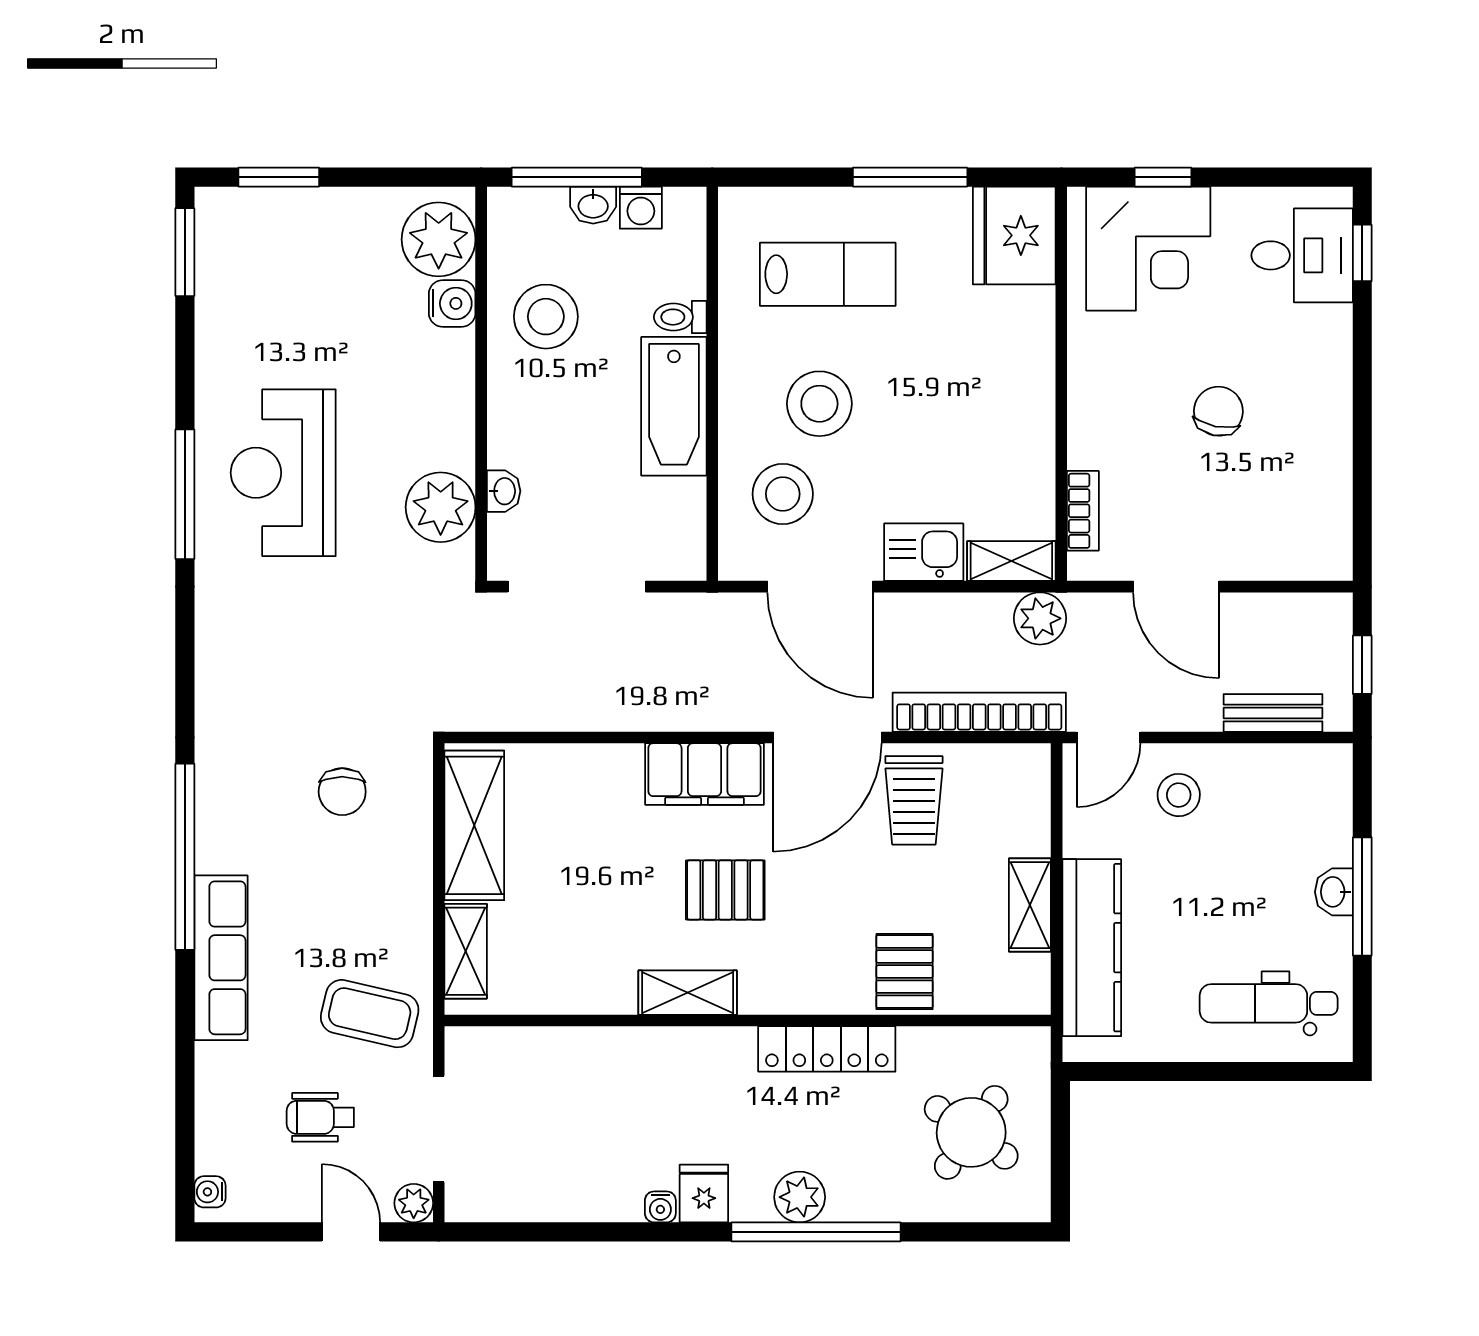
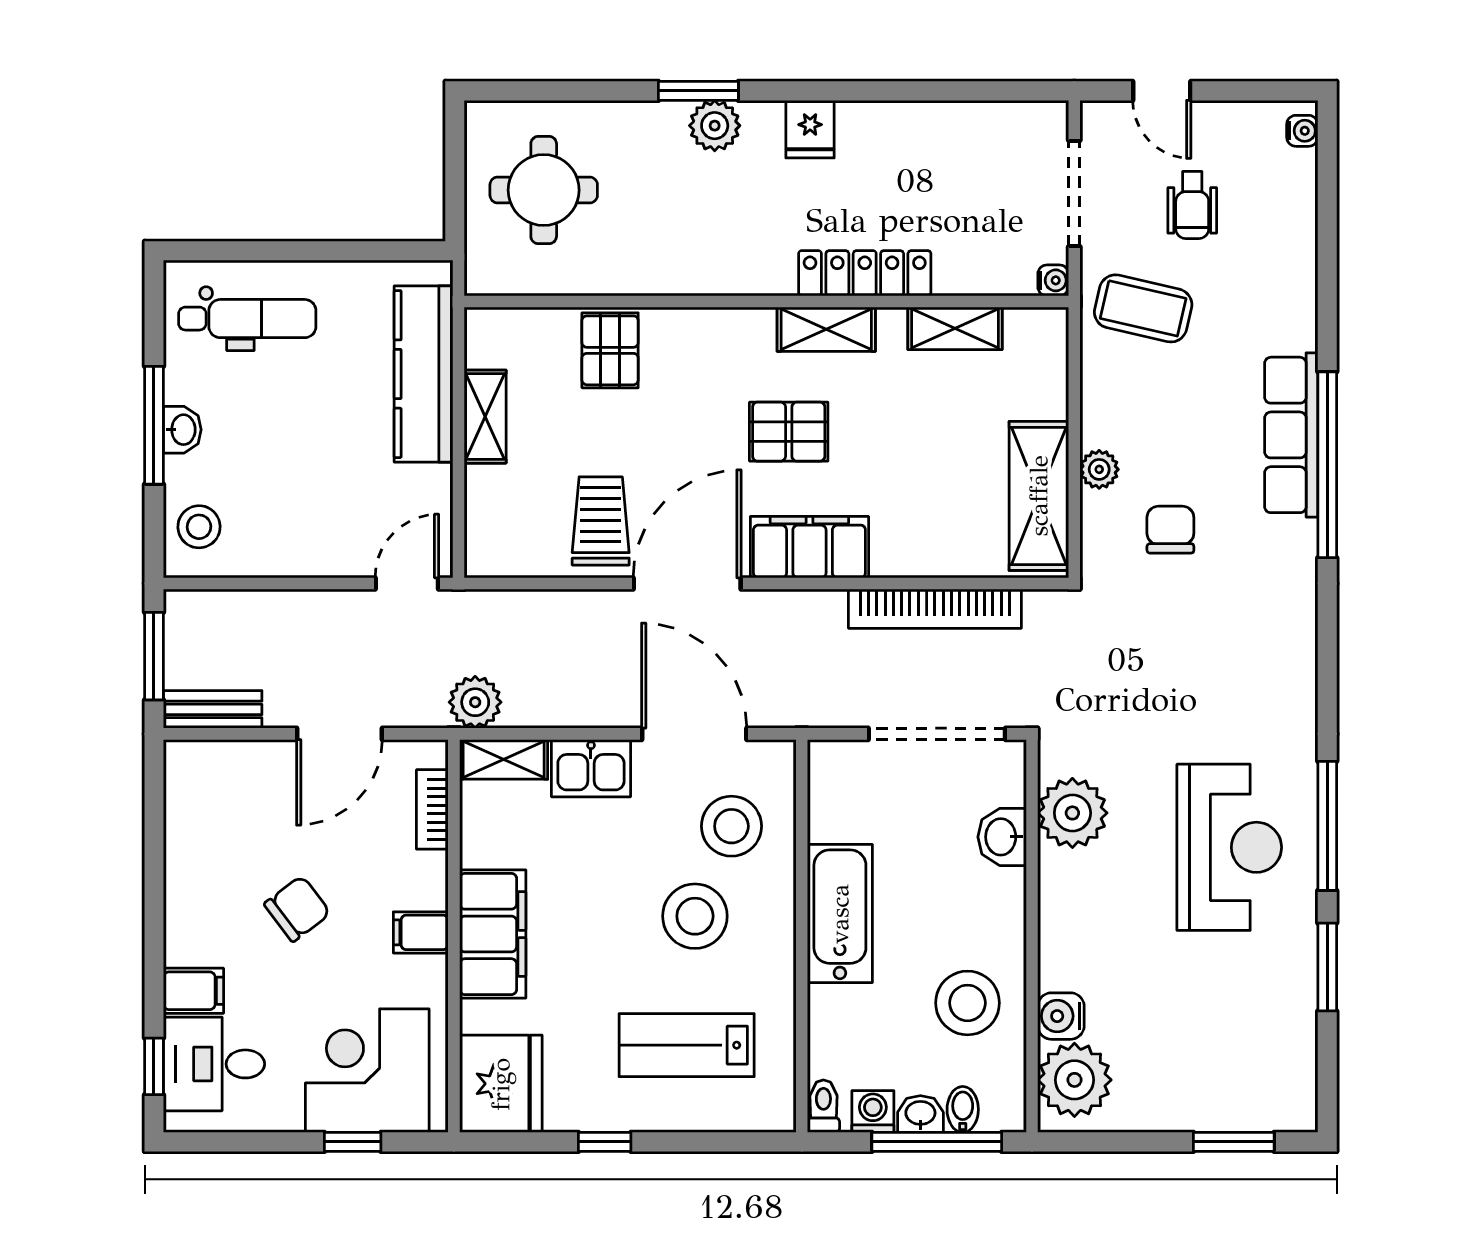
window: (910, 177) -> (605, 1142), width x0.46
bidet: (551, 210) -> (963, 1109), added
window: (185, 252) -> (1327, 967), moved
toilet: (680, 317) -> (823, 1106), moved, turned -90
filing cabinet: (1323, 329) -> (193, 991), added
filing cabinet: (1022, 386) -> (493, 934), added
filing cabinet: (1095, 387) -> (421, 932), added
chair: (1218, 411) -> (297, 909), turned -138
washbasin: (504, 491) -> (1002, 837), width x1.38, depth x1.45
door: (1176, 587) -> (339, 734), swing flipped
window: (1362, 665) -> (154, 656), width x1.50
bookcase: (979, 712) -> (935, 609), moved
bench: (1273, 713) -> (213, 709), moved
stool: (1179, 795) -> (199, 527), moved
shelving: (466, 951) -> (955, 328), moved, turned 90
row of seats: (221, 958) -> (1291, 435), moved
locker: (827, 1049) -> (865, 273), moved
wheelchair: (320, 1117) -> (1192, 205), turned 90
round table: (971, 1132) -> (544, 190), turned -35
plant: (414, 1203) -> (1099, 469), moved
water cooler: (660, 1207) -> (1053, 280), moved, turned 90
window: (816, 1232) -> (698, 91), width x0.47

